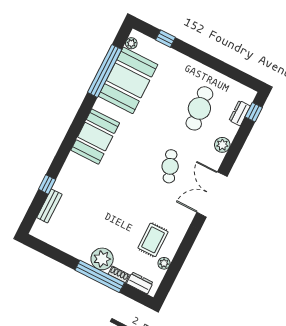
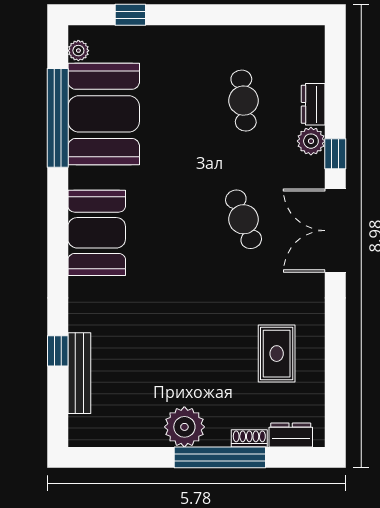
cafe table: (199, 108) -> (244, 101), width x0.73, depth x0.74
window: (254, 112) -> (335, 154), moved
dresser: (240, 113) -> (313, 104), moved
bench: (49, 206) -> (79, 373), width x1.36
plant: (102, 259) -> (184, 427), moved
plant: (164, 263) -> (314, 383), removed

